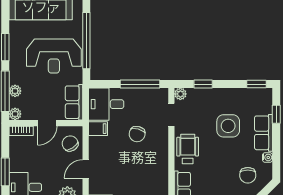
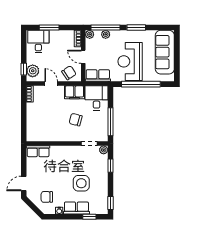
filing cabinet: (98, 129) -> (74, 92), width x2.00
wheelchair: (188, 149) -> (65, 155), removed

